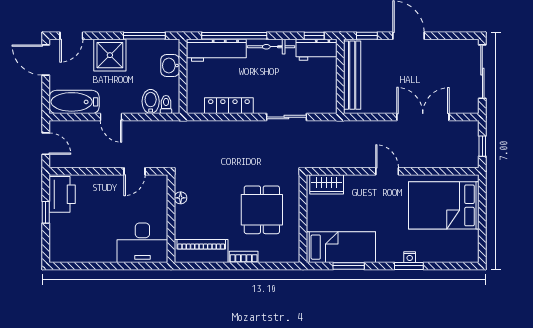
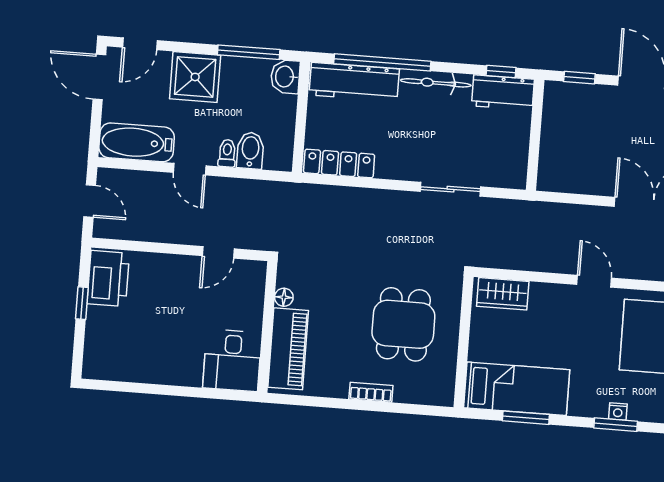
washbasin: (170, 66) -> (285, 77), moved
bench: (352, 75) -> (553, 134), removed
toilet: (166, 105) -> (227, 153), moved
locker: (229, 106) -> (339, 164), moved
desk: (142, 243) -> (232, 360), width x0.73
piano: (201, 251) -> (288, 349), moved, turned 90

